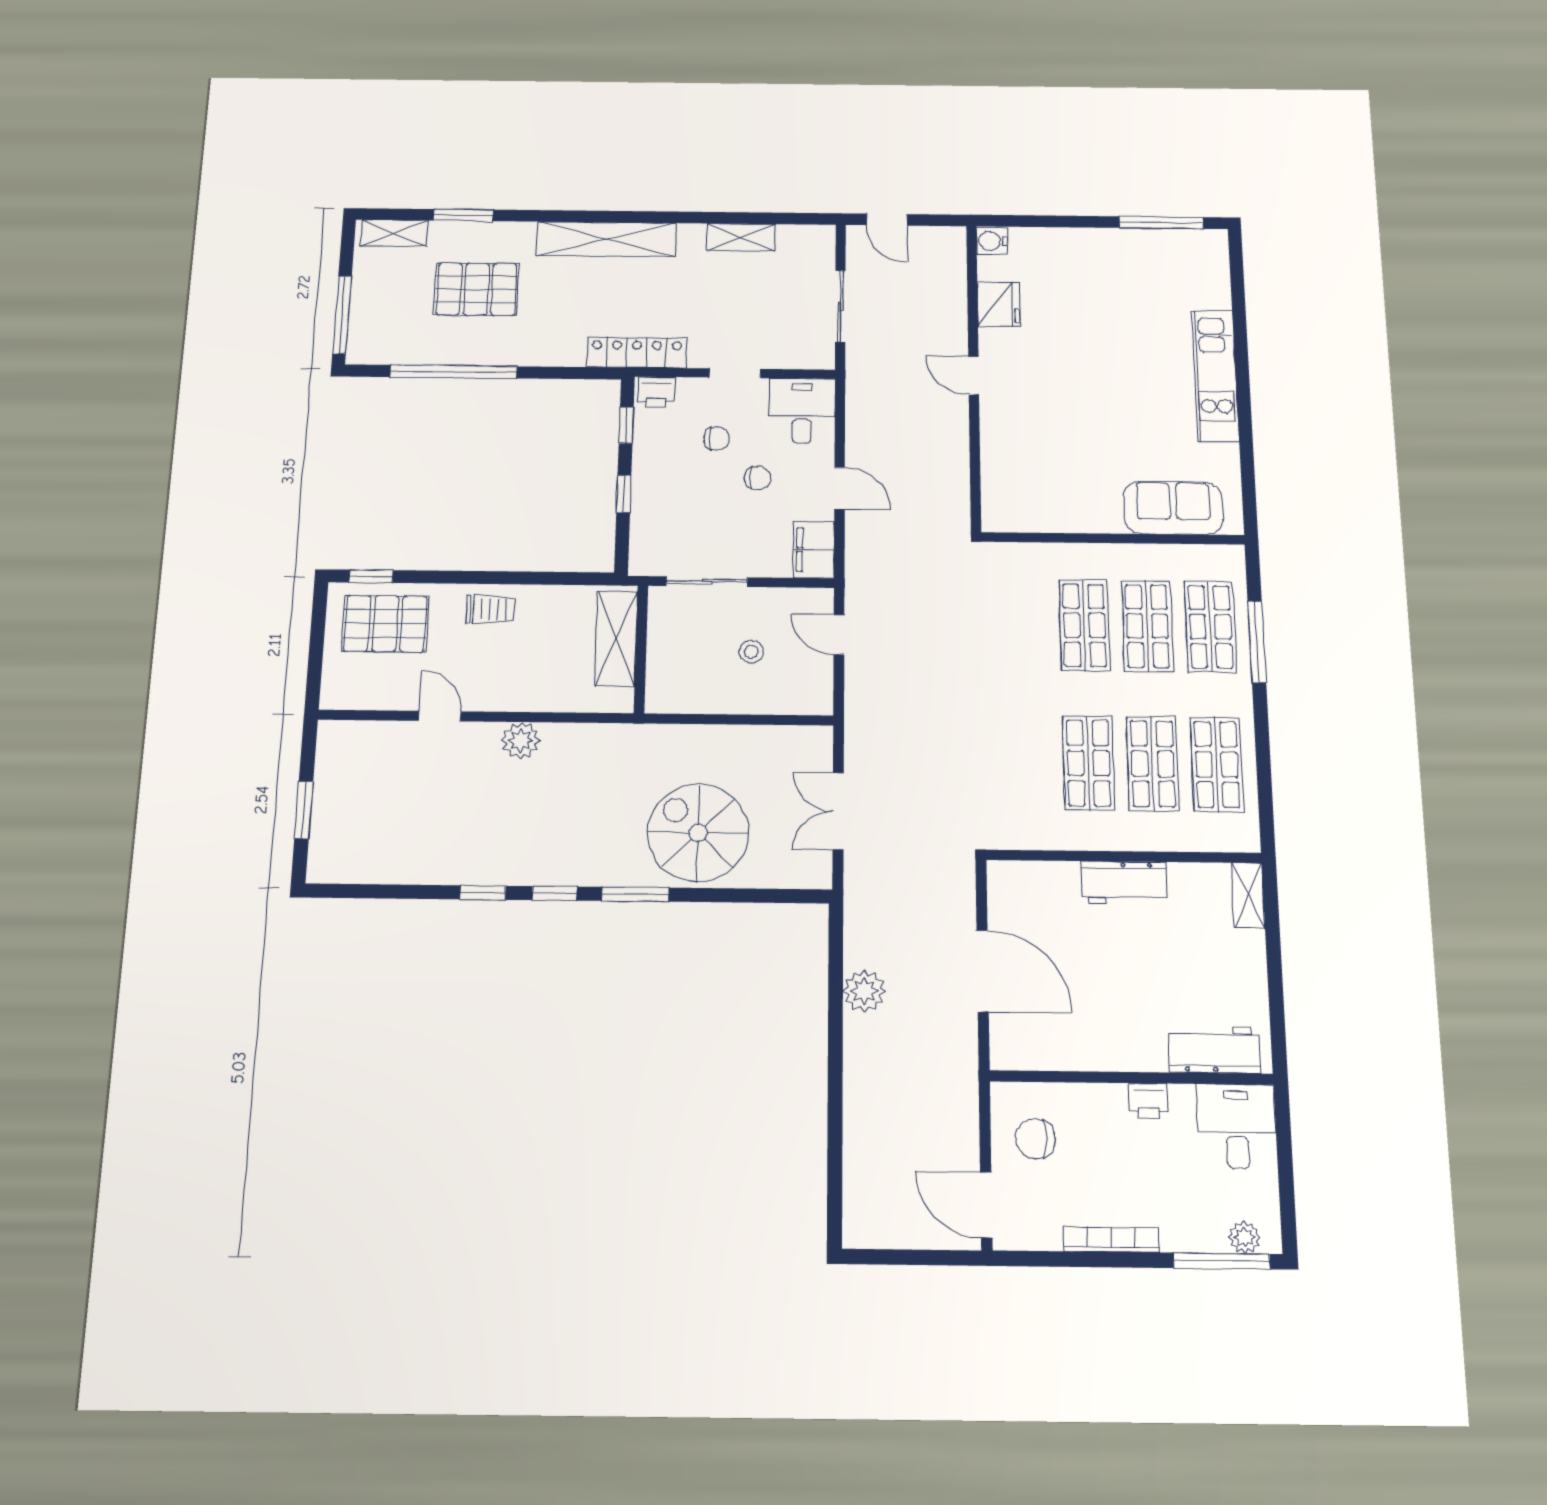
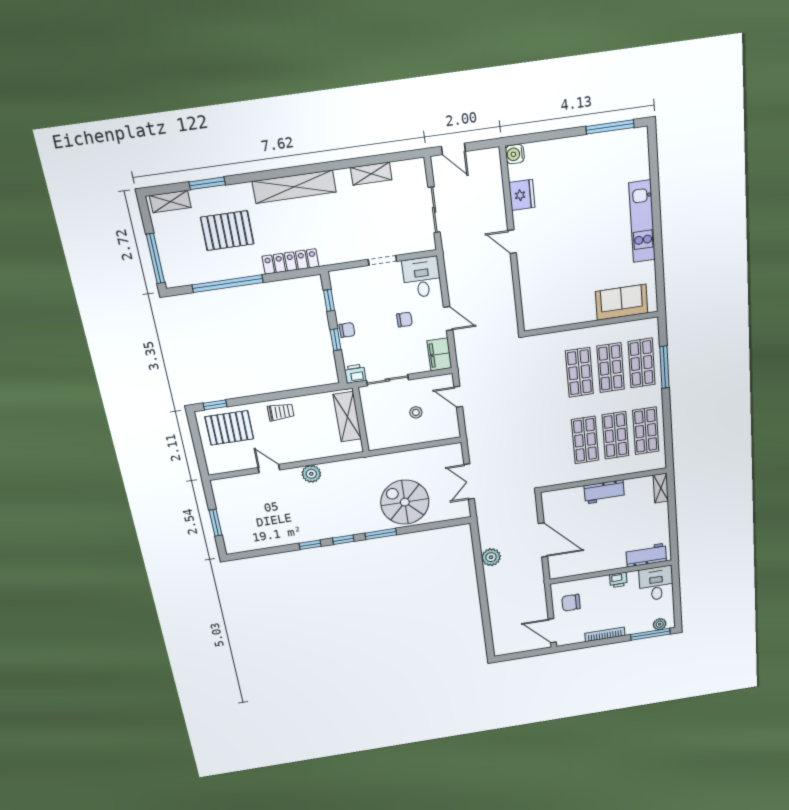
locker: (637, 353) -> (290, 261), moved
printer: (656, 392) -> (355, 374), moved, turned 180
chair: (717, 439) -> (347, 330), moved

